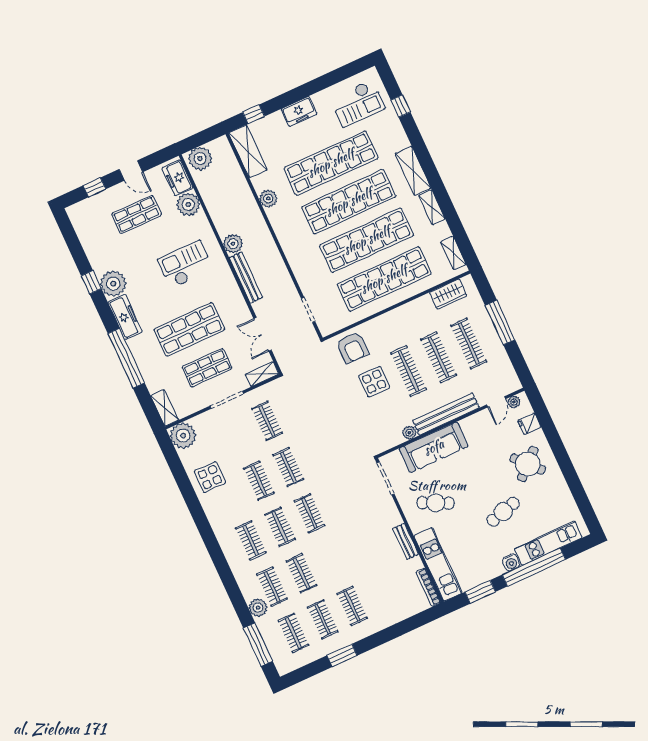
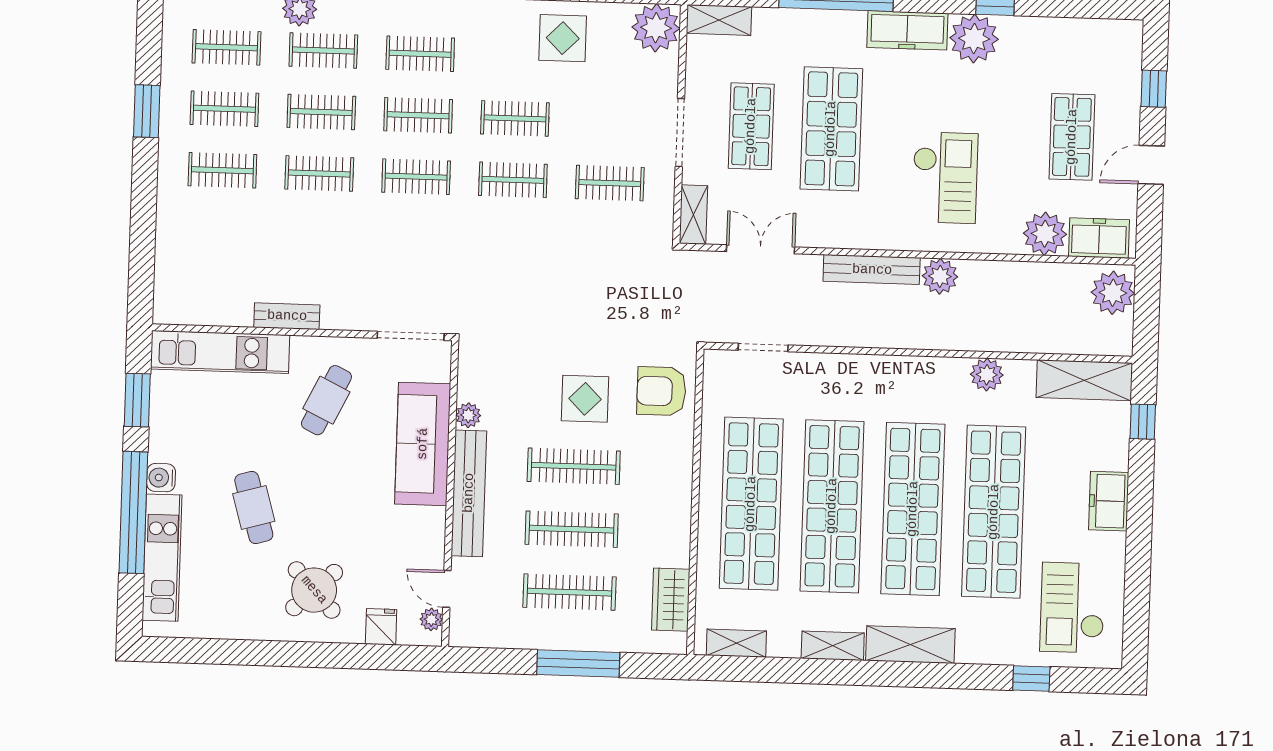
clothes rail: (331, 560) -> (319, 173), added
bookcase: (428, 587) -> (189, 316), removed

